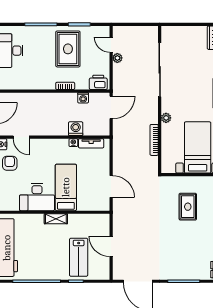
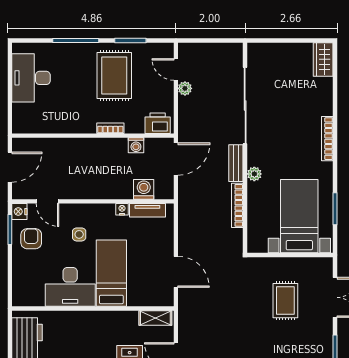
bench: (153, 110) -> (236, 163), added
washing machine: (76, 129) -> (144, 189), moved
side table: (43, 160) -> (79, 234), added
shelving: (56, 219) -> (155, 318), moved

